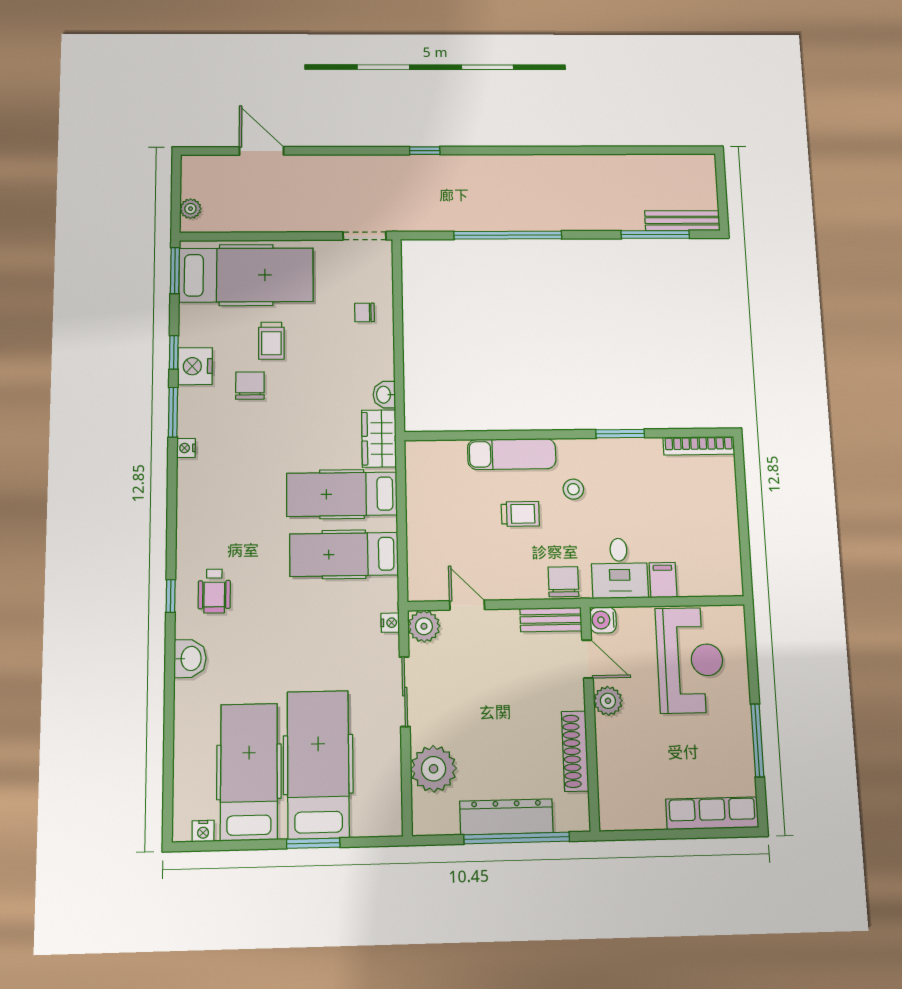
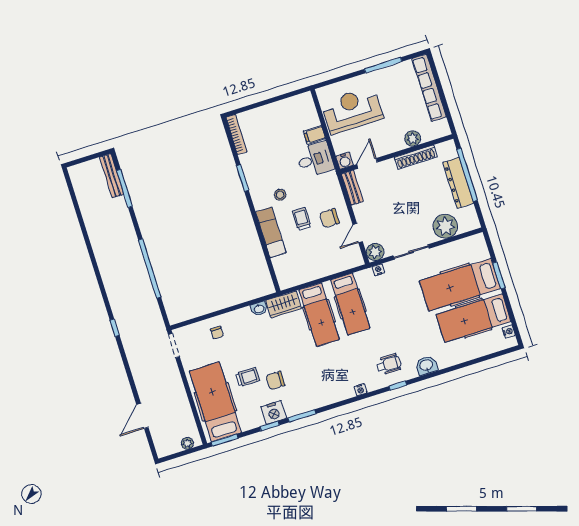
nightstand: (186, 448) -> (360, 390), moved
chair: (563, 582) -> (329, 218), moved
plant: (608, 701) -> (413, 139), moved
row of seats: (712, 813) -> (429, 88), width x1.36

